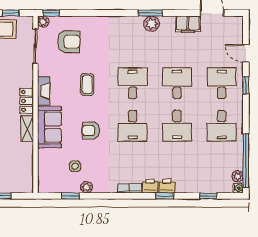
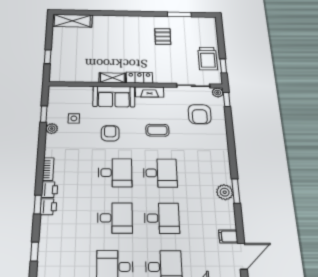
filing cabinet: (188, 24) -> (228, 236), width x0.50
desk: (133, 126) -> (115, 173), turned 180
desk: (177, 126) -> (115, 218), turned 180

